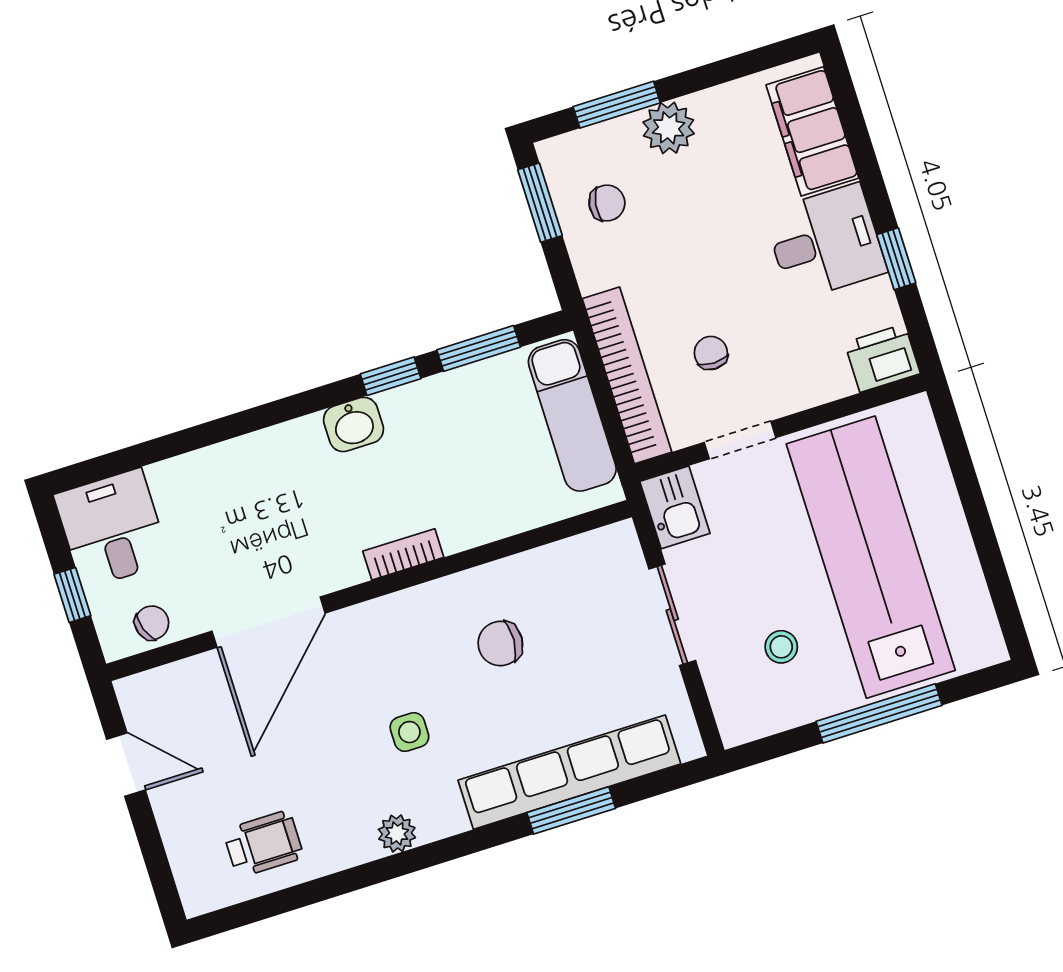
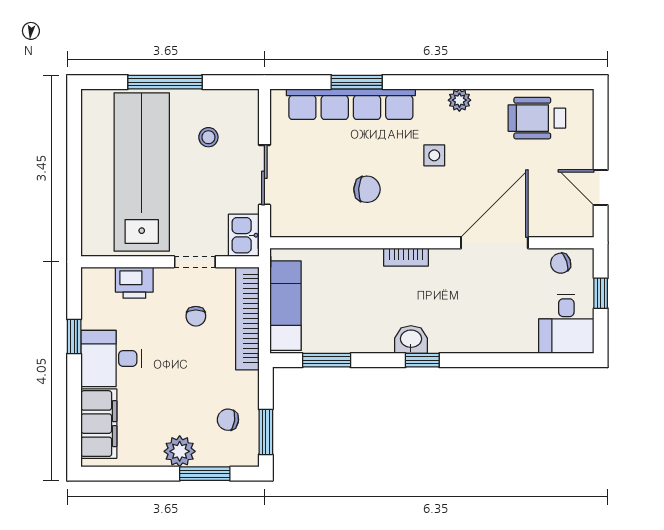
printer: (882, 358) -> (134, 283), moved
window: (391, 376) -> (422, 360), moved
lab bench: (871, 557) -> (142, 172), turned 180
wheelchair: (263, 844) -> (537, 118), width x1.36, depth x1.37

